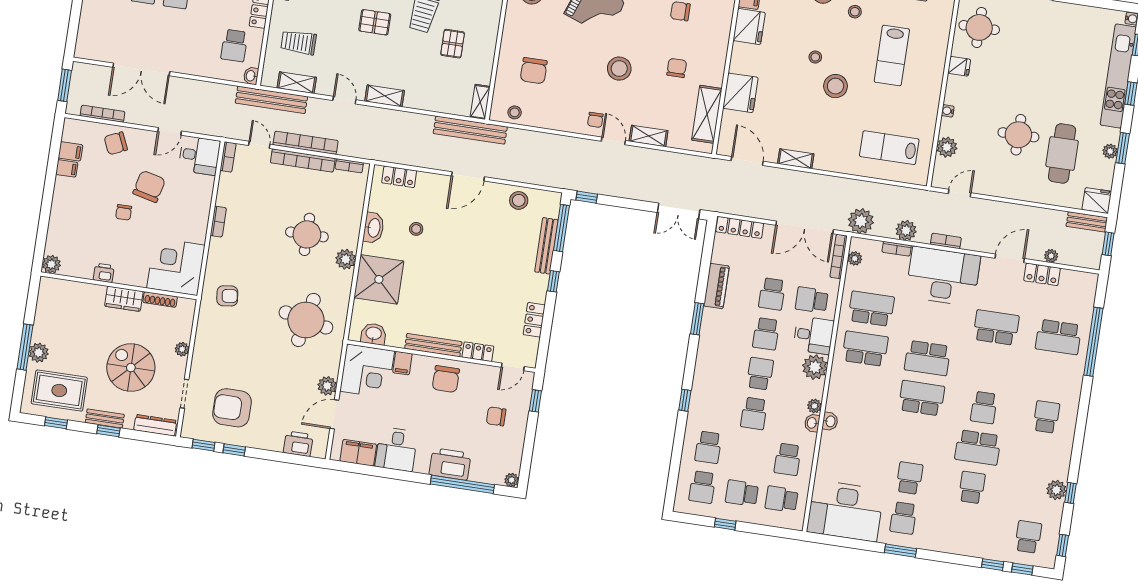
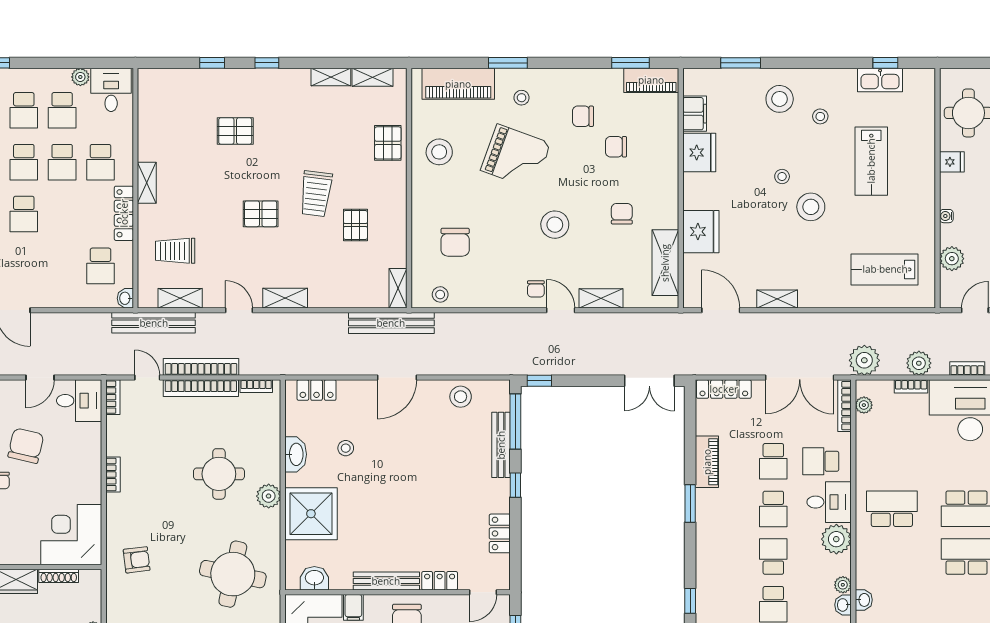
school desk: (871, 309) -> (892, 461), removed

